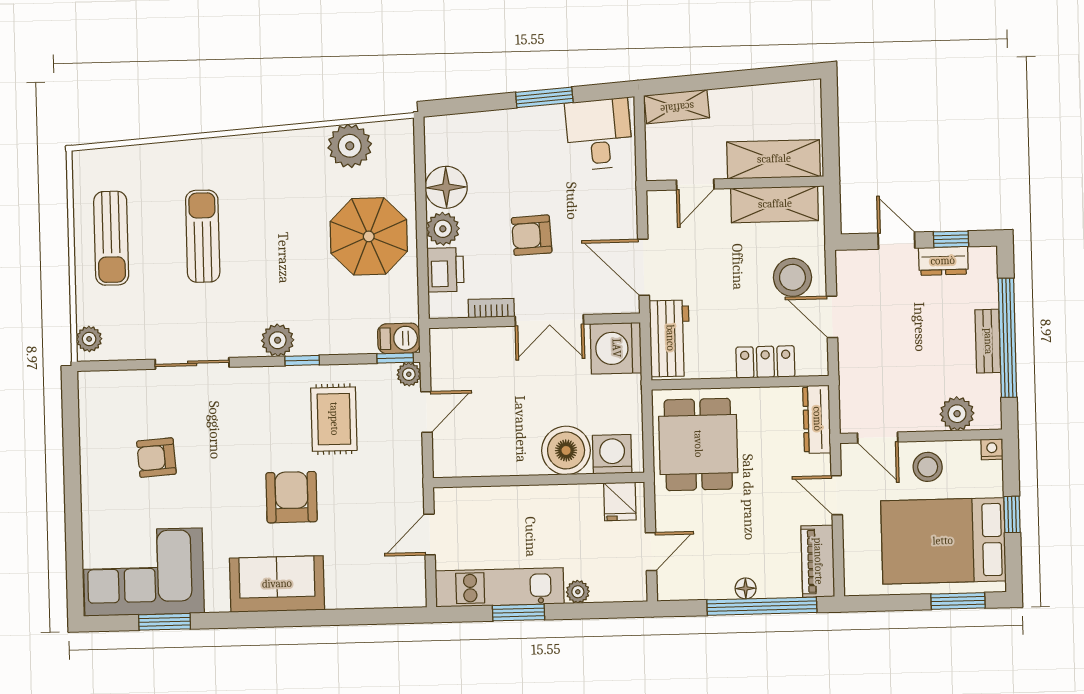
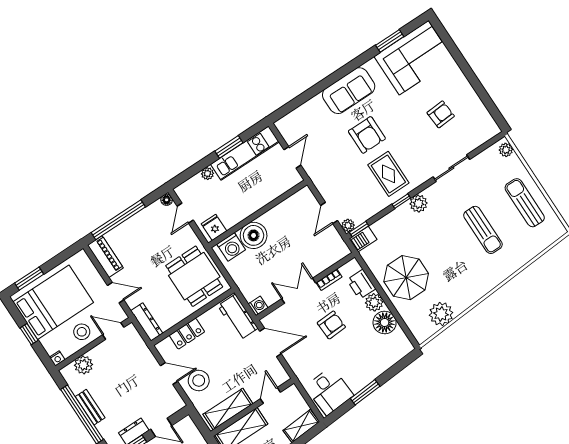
washing machine: (616, 348) -> (258, 306), width x0.53, depth x0.53
rug: (334, 419) -> (388, 174), moved
floor lamp: (746, 588) -> (167, 200), moved

